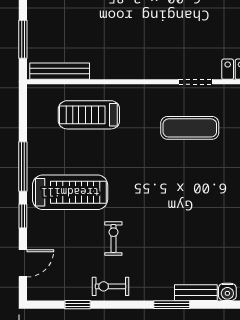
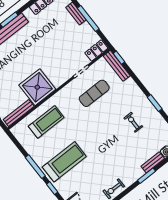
shower: (115, 55) -> (37, 87), added
treadmill: (89, 115) -> (46, 122), turned 180
exercise bike: (113, 239) -> (133, 122), moved

